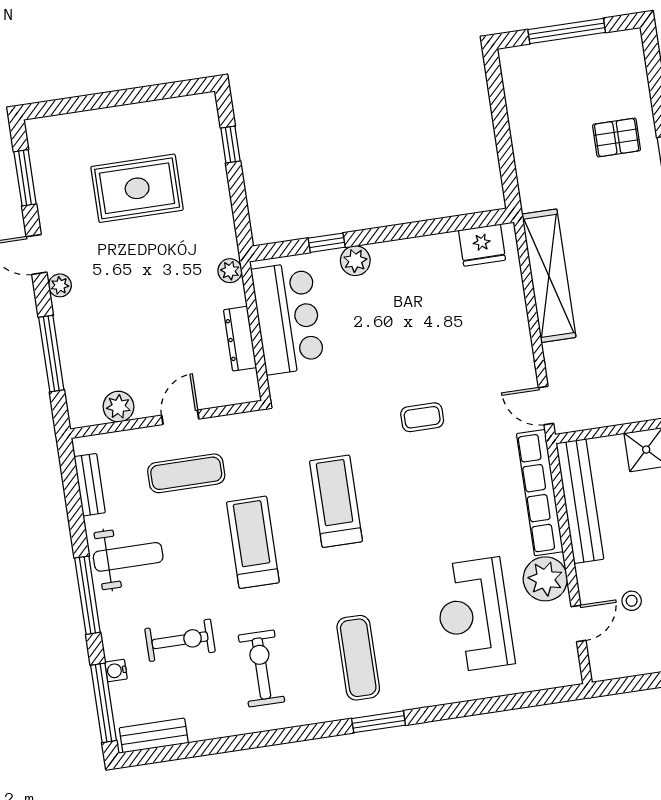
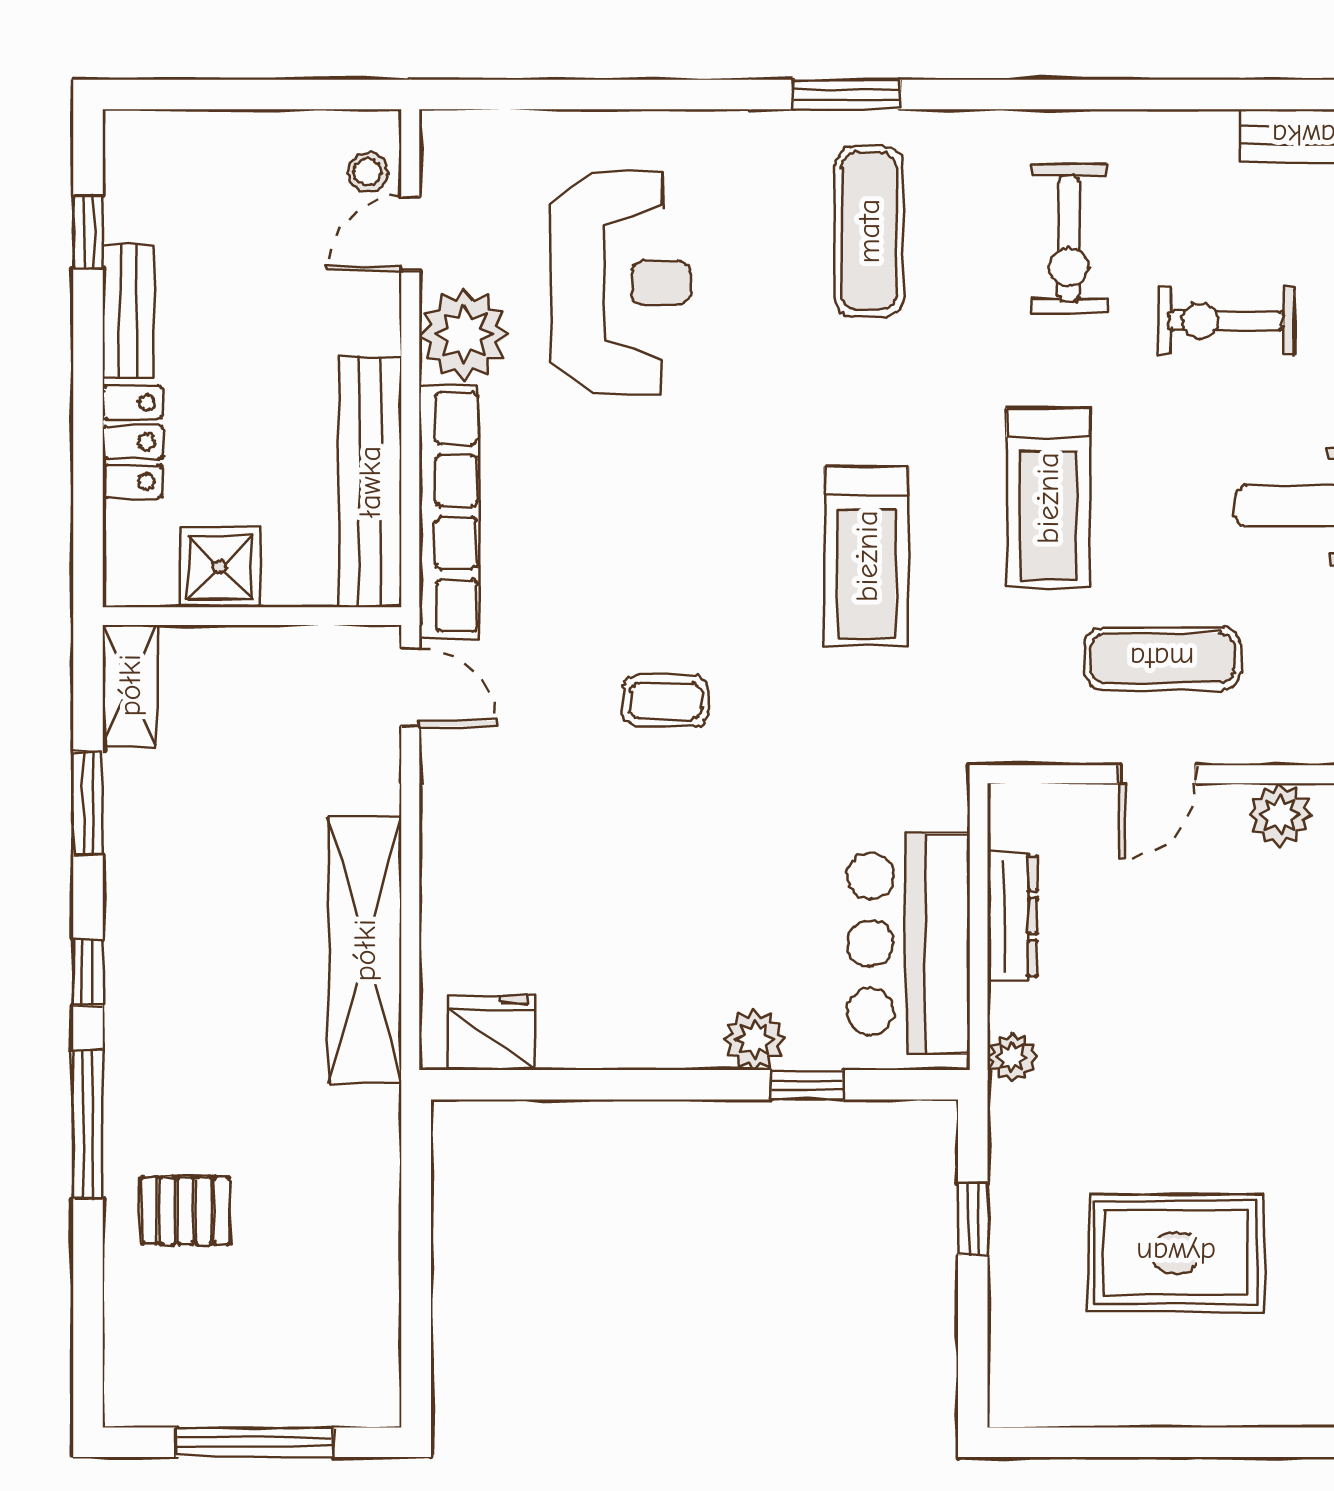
window: (230, 145) -> (973, 1219), moved
stool: (632, 601) -> (368, 172), moved

